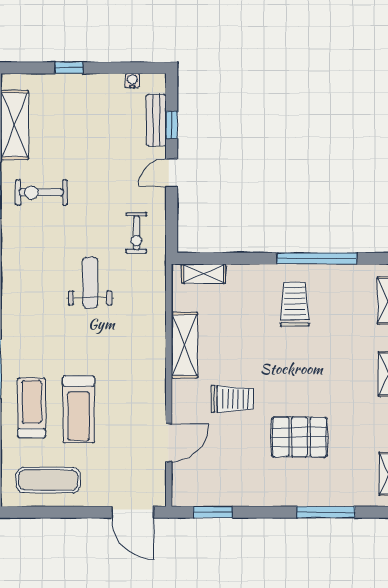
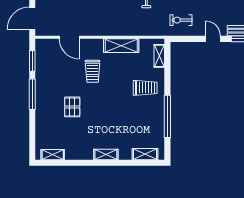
trolley: (295, 304) -> (145, 88), moved
pallet: (299, 437) -> (72, 107), width x0.67, depth x0.71
window: (326, 512) -> (32, 94), moved

